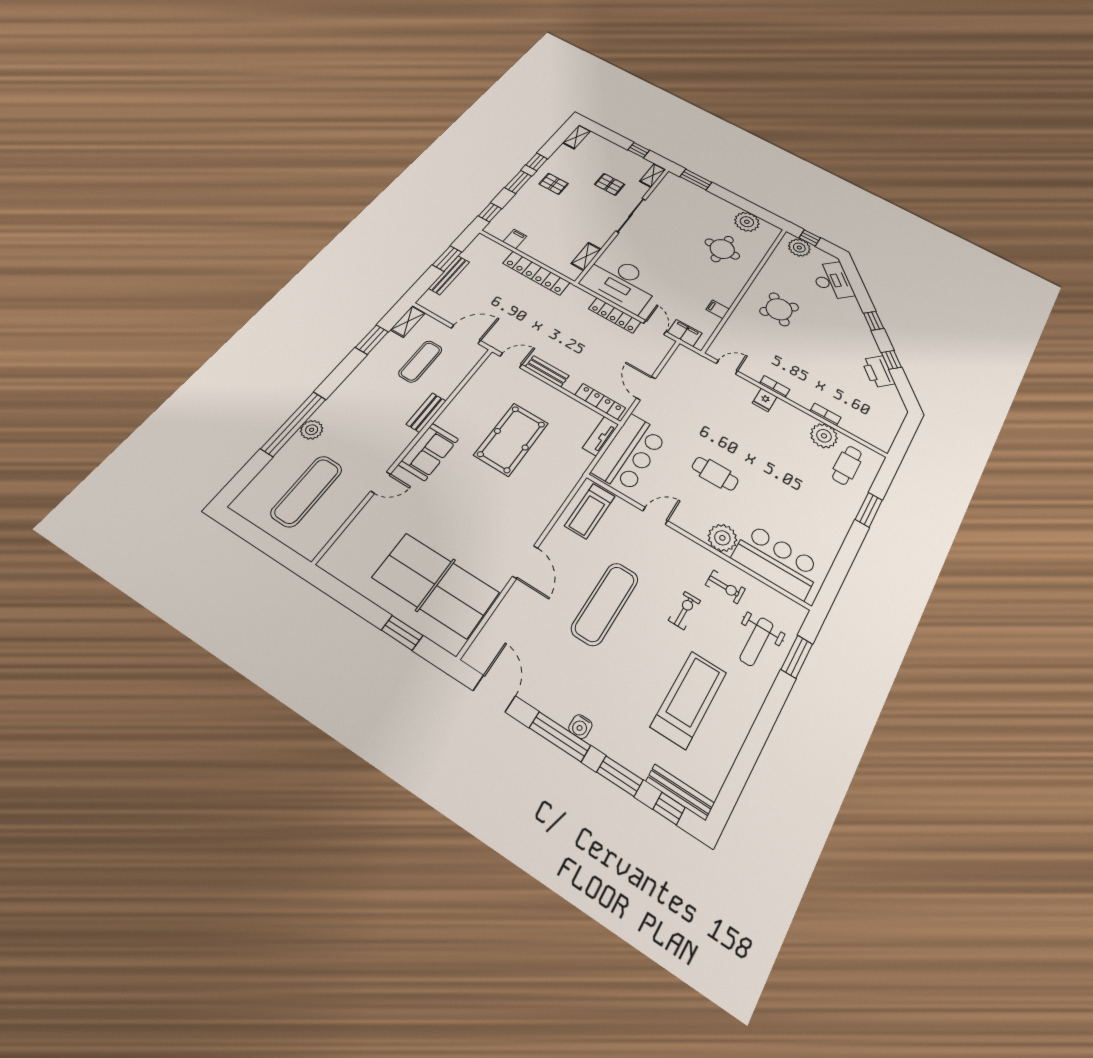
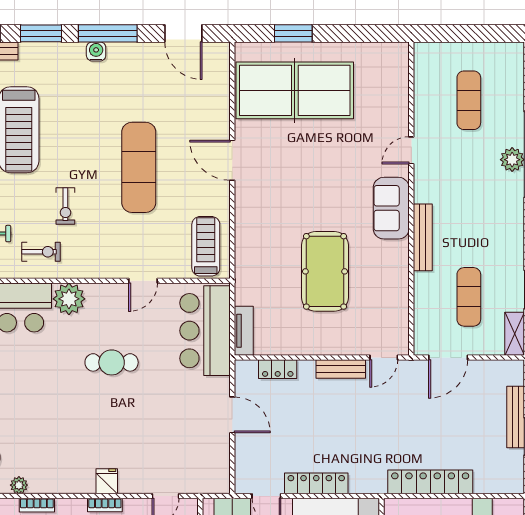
locker: (600, 401) -> (278, 369), width x0.66
bench: (426, 413) -> (423, 237), width x1.36
plant: (824, 436) -> (19, 485), width x0.53, depth x0.53
exercise mat: (307, 491) -> (469, 100), width x0.73, depth x0.69
exercise bike: (725, 587) -> (41, 252), turned 180

